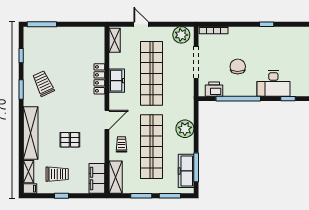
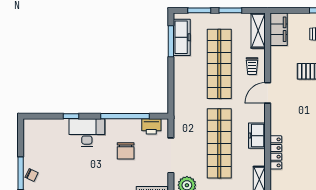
locker: (99, 79) -> (276, 152), moved
plant: (185, 129) -> (183, 83), removed

